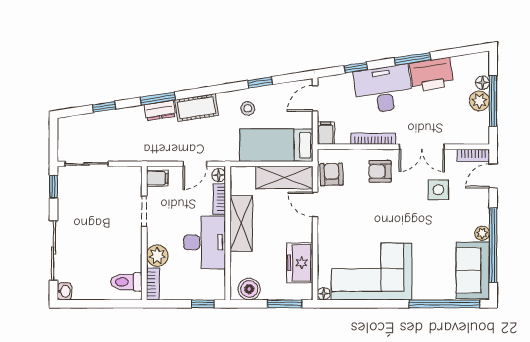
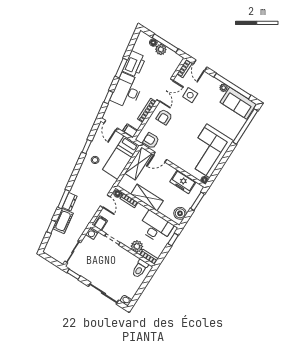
cot: (197, 108) -> (63, 221), moved
washing machine: (134, 174) -> (92, 233), added
desk: (205, 242) -> (156, 227), moved

